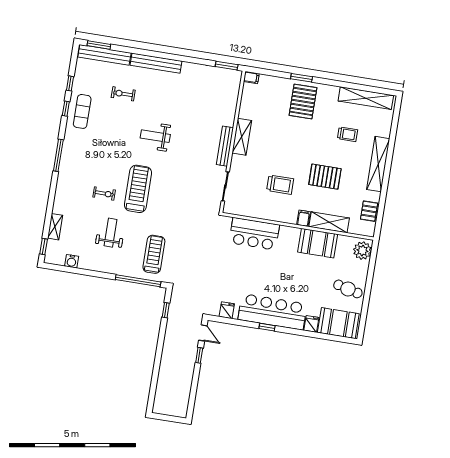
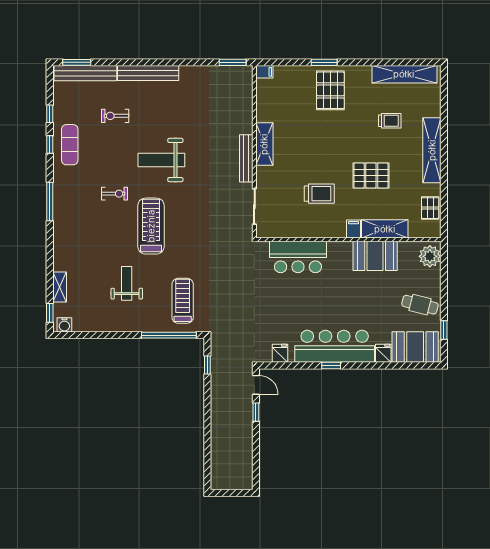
weight bench: (155, 136) -> (161, 160), width x1.36, depth x1.33
exercise bike: (104, 194) -> (114, 194), moved
water cooler: (72, 261) -> (64, 325), moved
window: (364, 313) -> (444, 330), added

